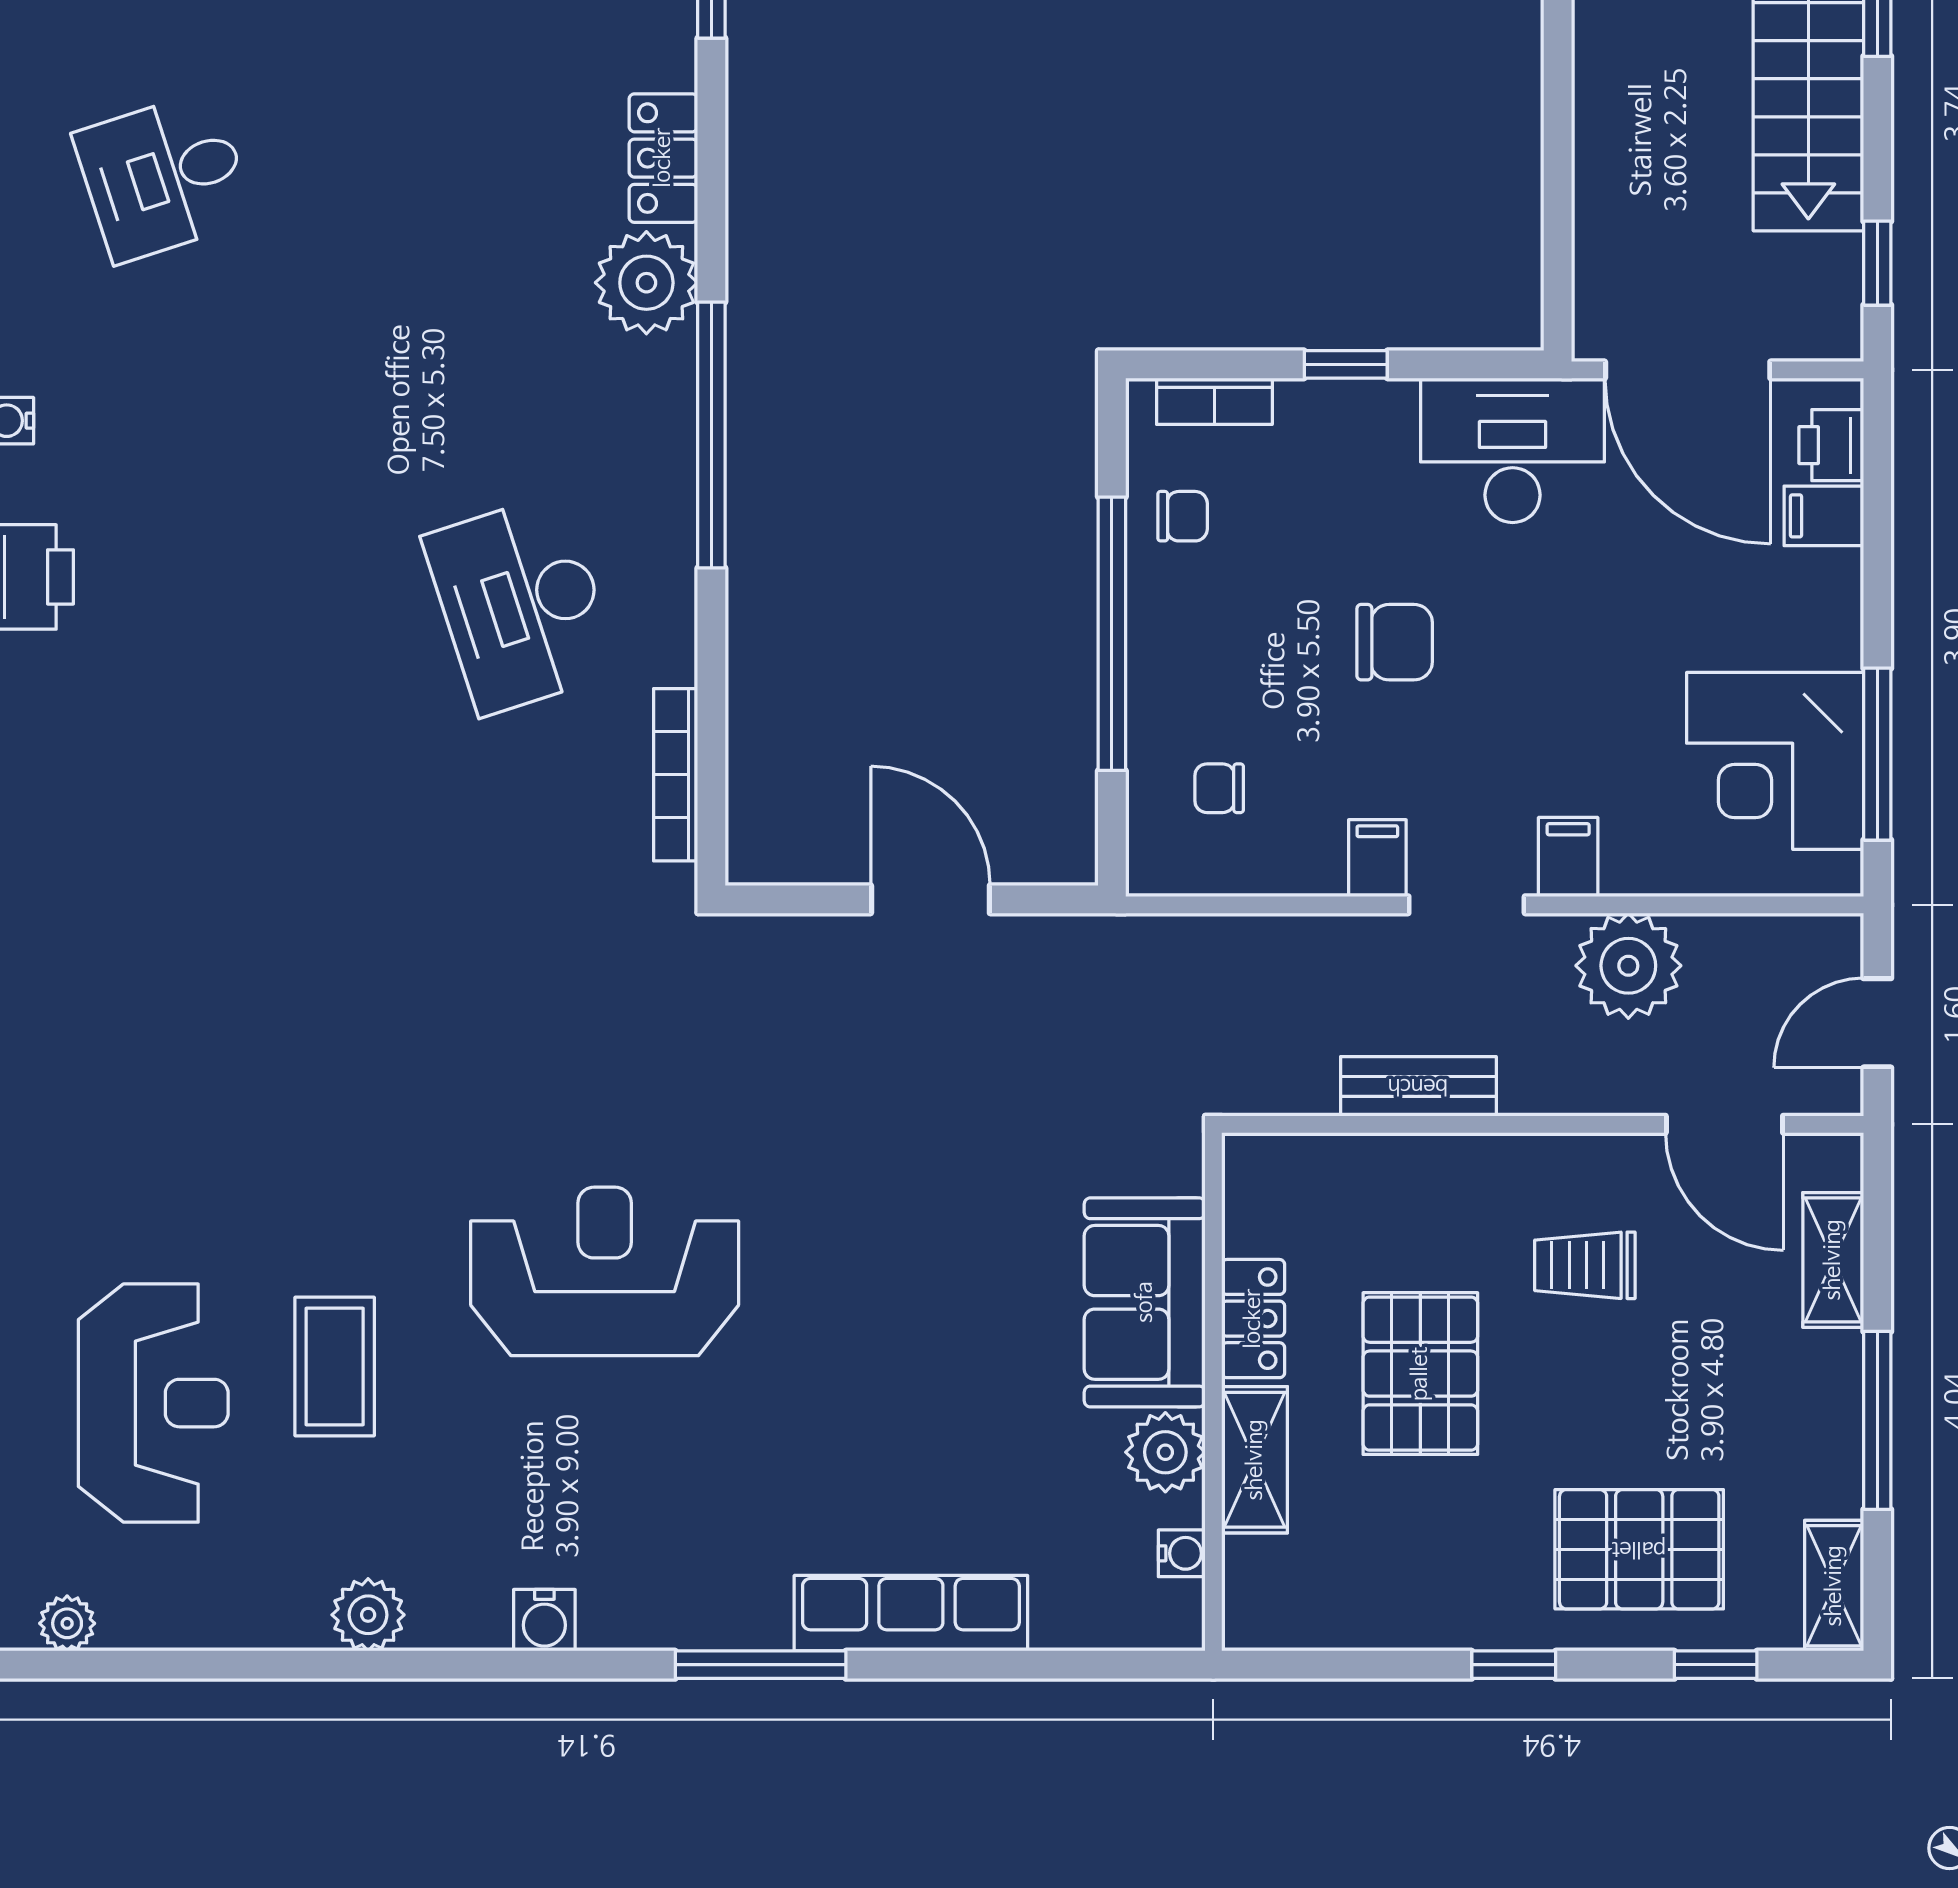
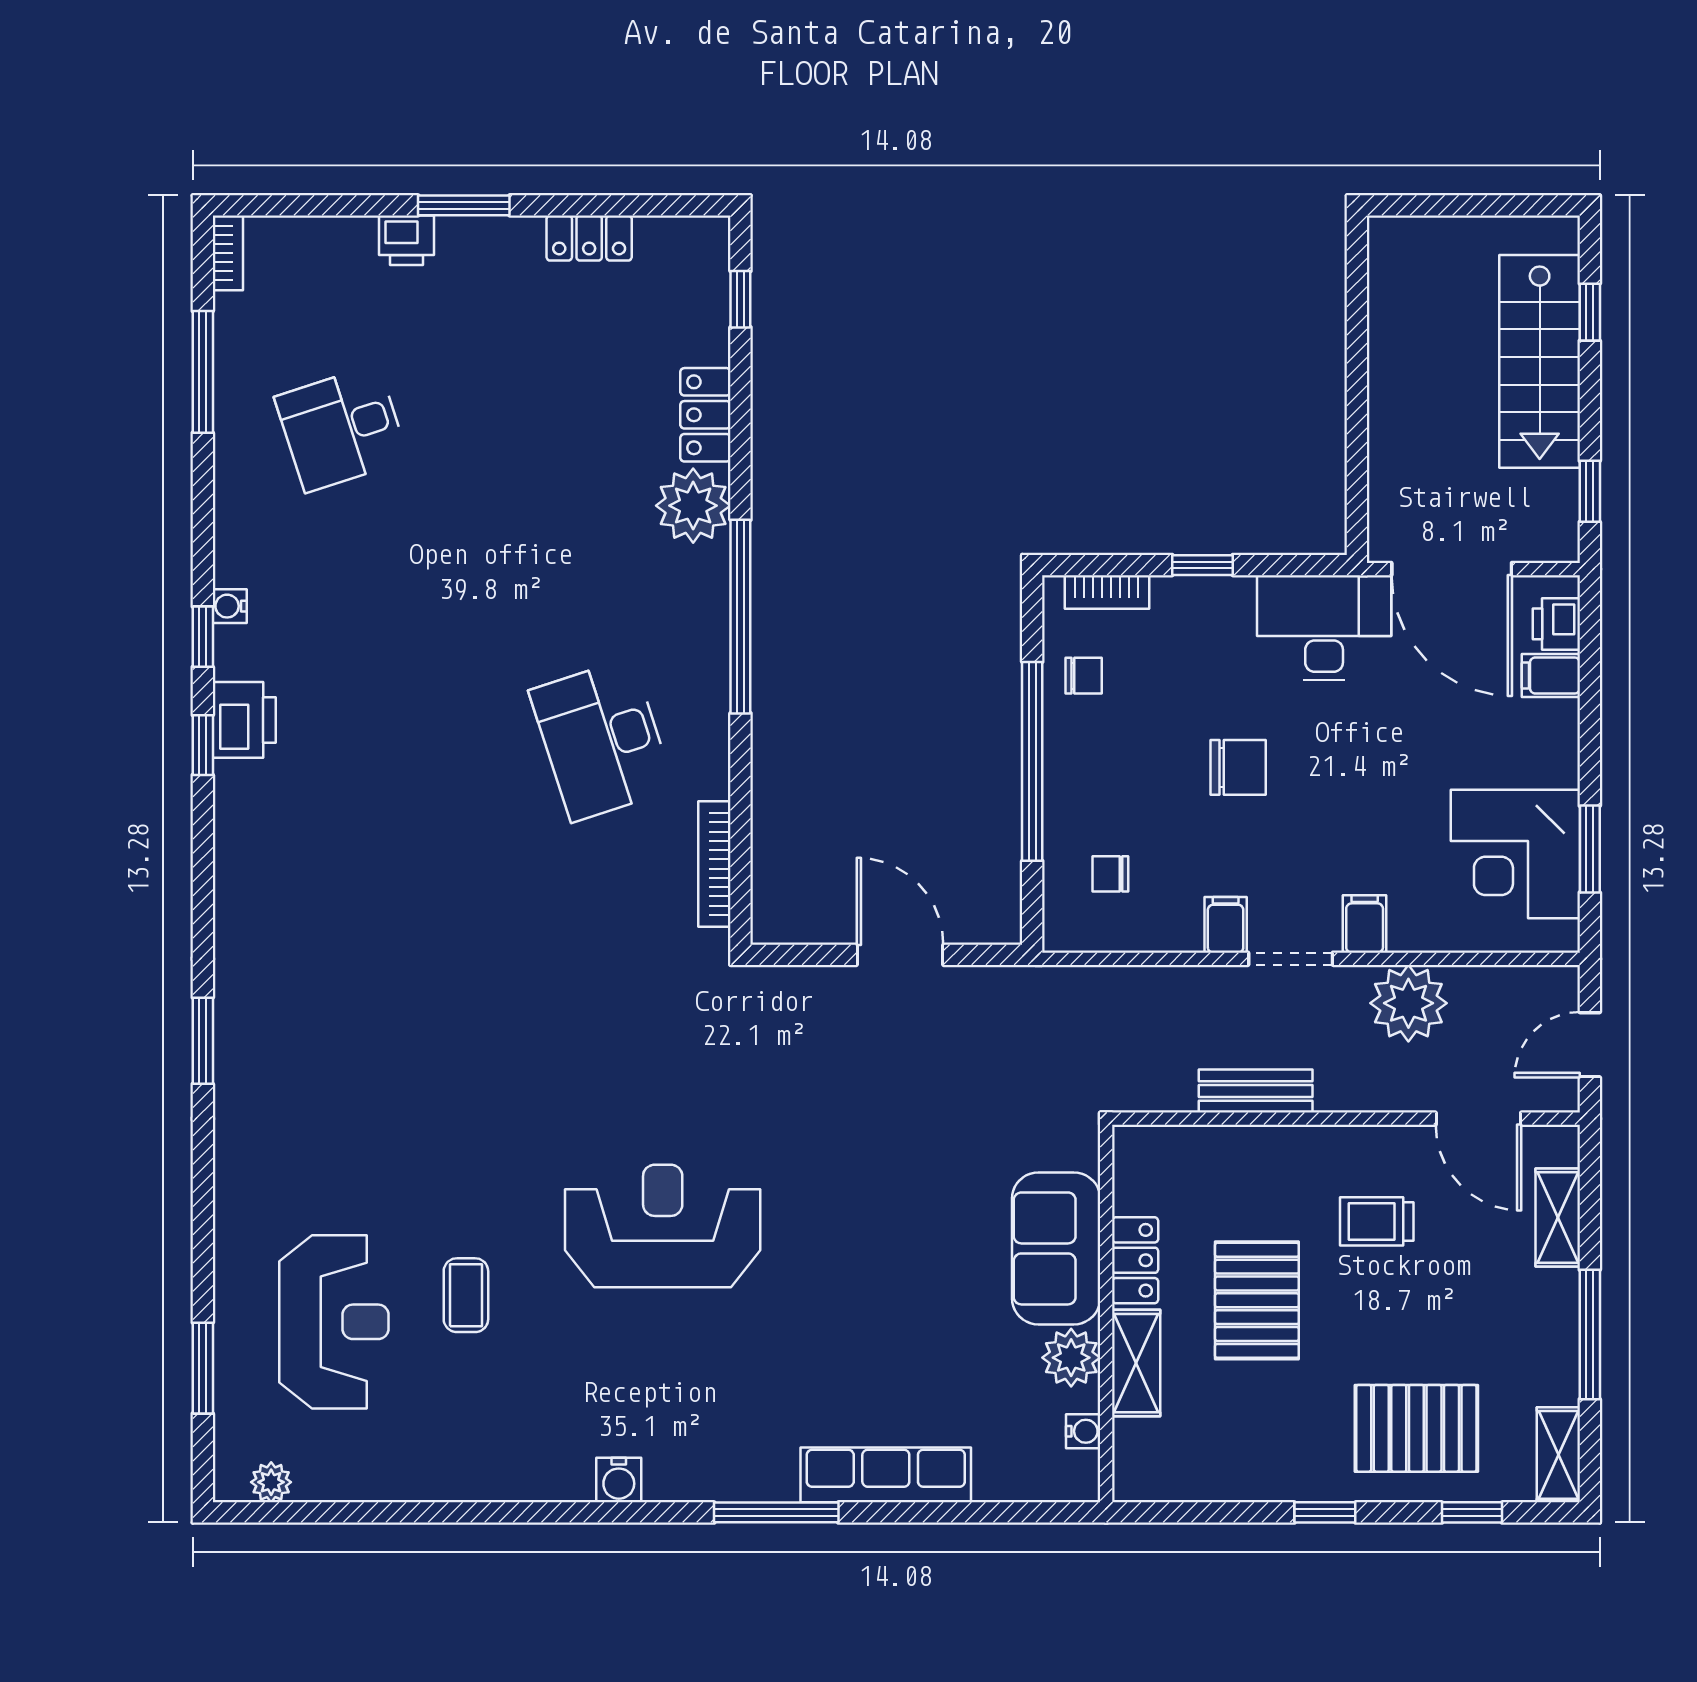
window: (1877, 754) -> (1590, 849), width x0.69
coffee table: (335, 1366) -> (466, 1295), width x0.73, depth x0.77
plant: (368, 1615) -> (490, 1476), removed

